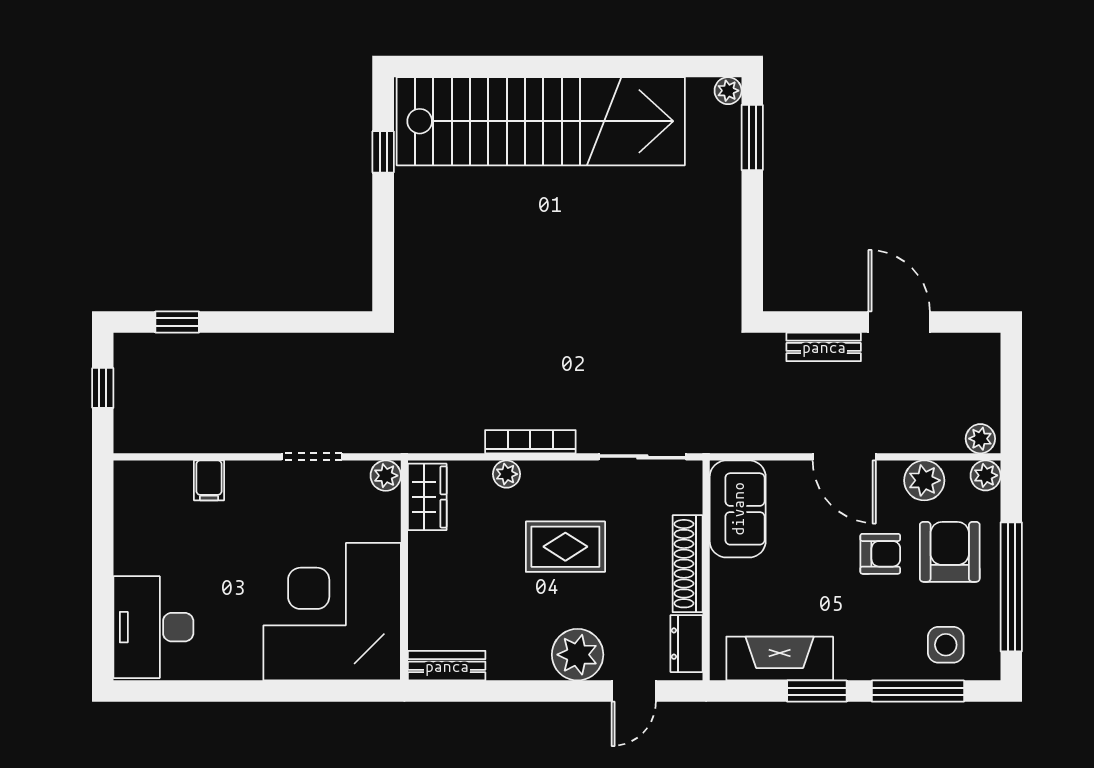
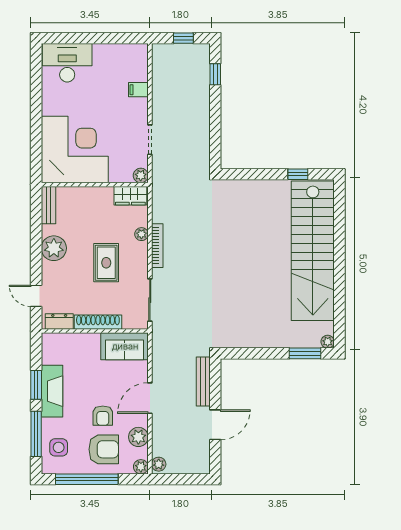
bench: (824, 347) -> (203, 382), width x1.36
plant: (578, 655) -> (54, 248), moved
fireplace: (780, 658) -> (52, 391), moved

